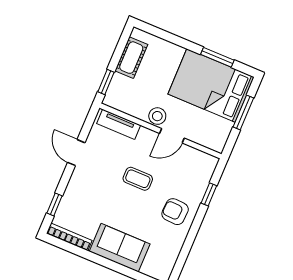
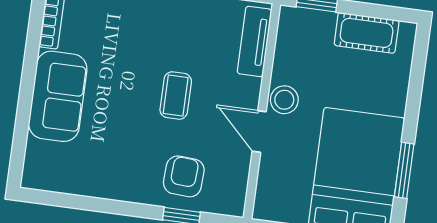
armchair: (175, 212) -> (184, 176), moved

